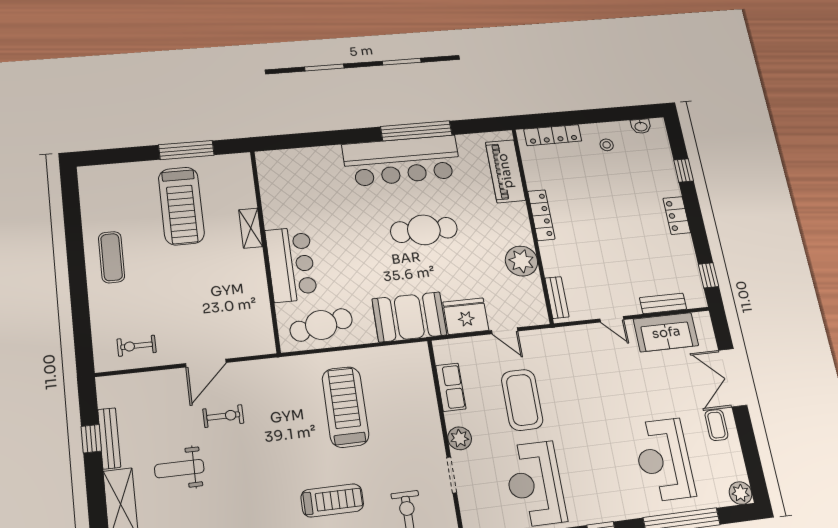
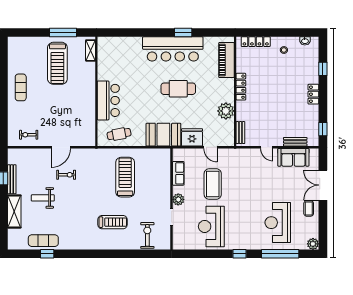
window: (416, 131) -> (183, 32), width x0.47
shelving: (251, 228) -> (91, 50), moved
cafe table: (321, 325) -> (119, 134), width x0.73, depth x0.74

